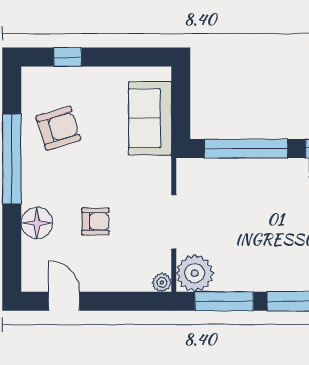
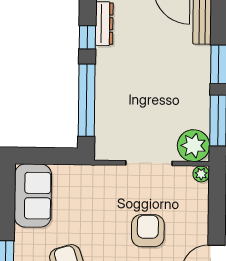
sofa: (150, 118) -> (33, 196), moved, turned -90
armchair: (95, 221) -> (148, 231), width x1.38, depth x1.38

